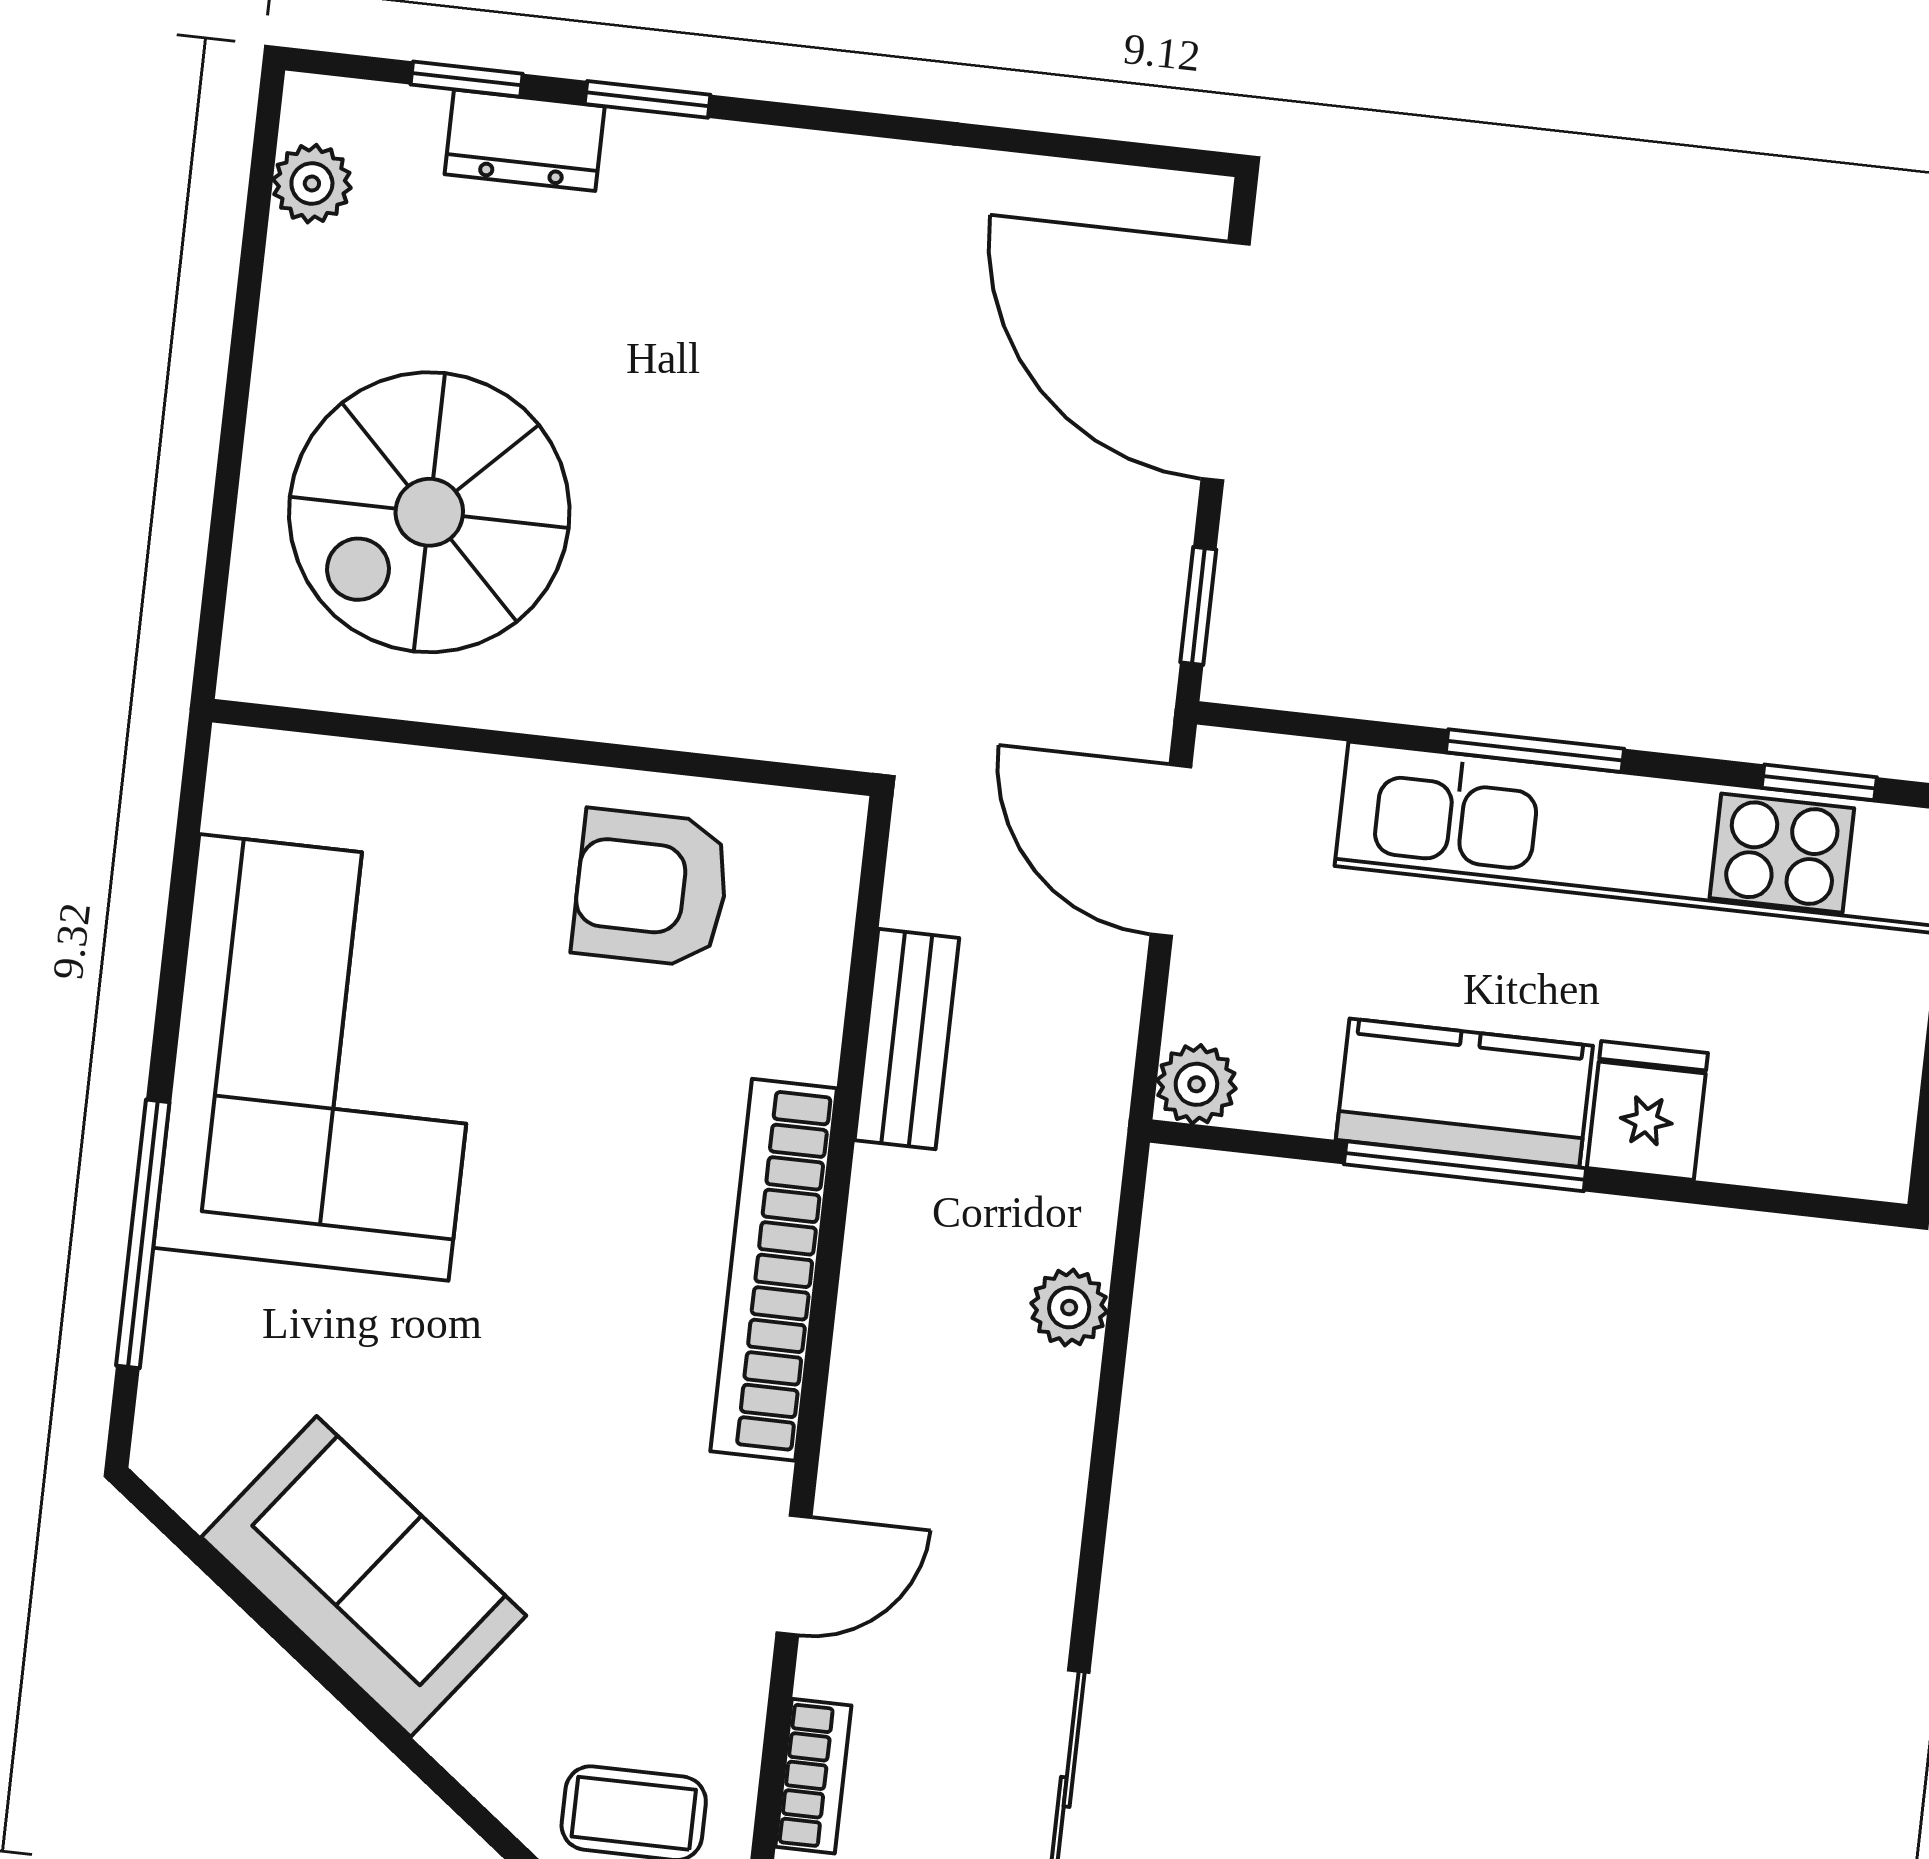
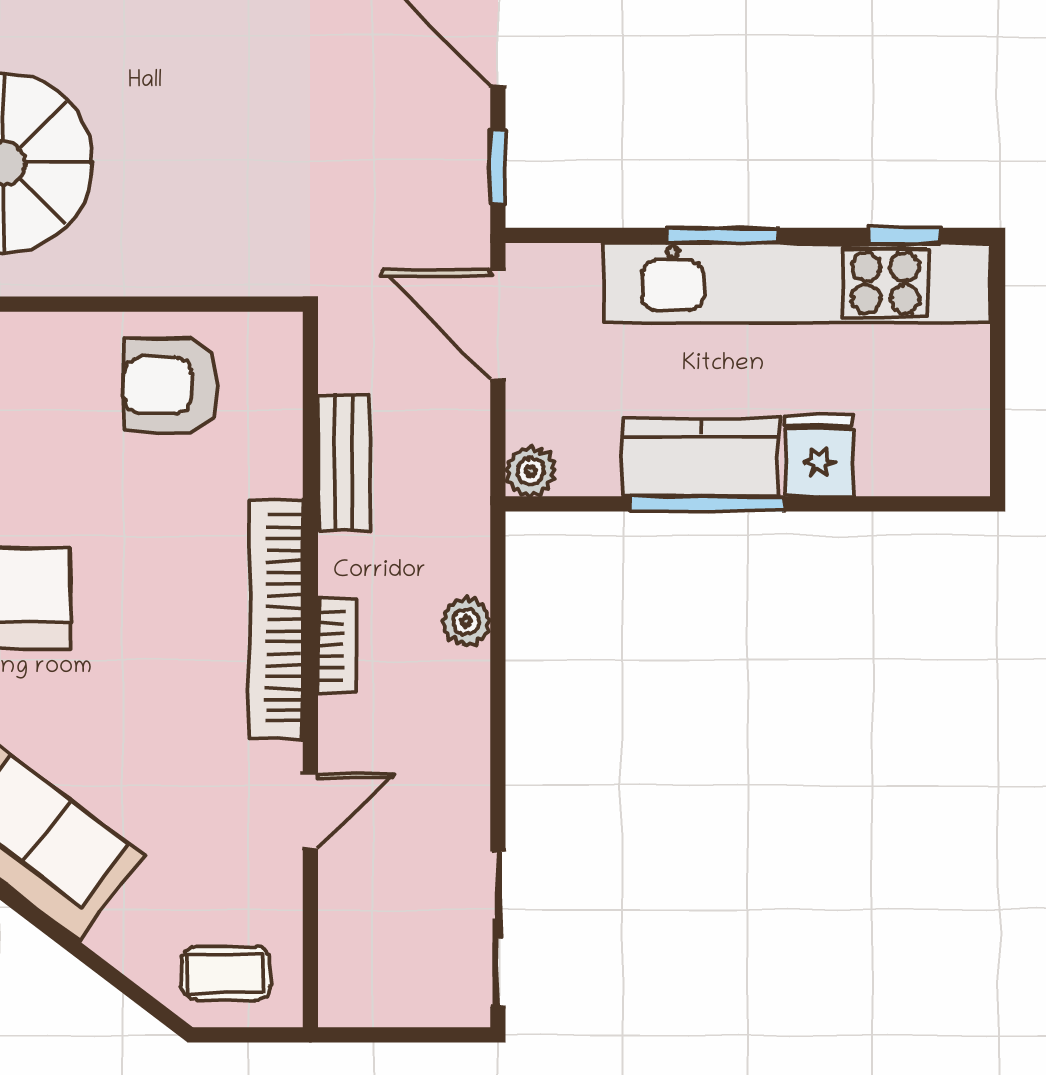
bookcase: (813, 1776) -> (337, 645), moved

